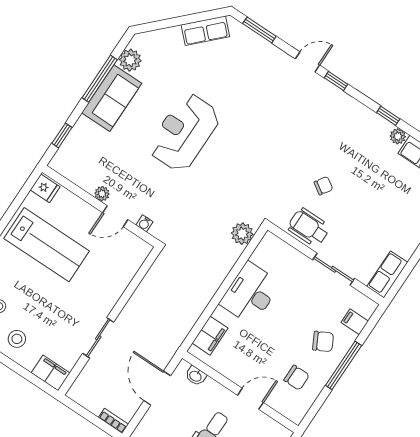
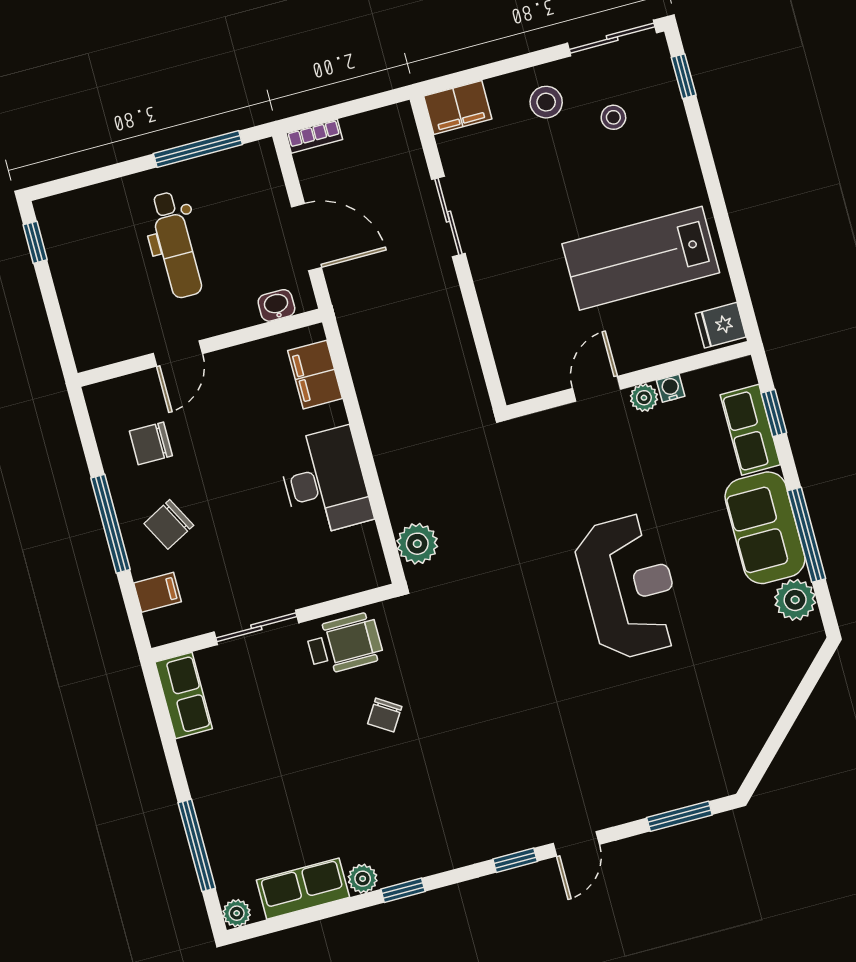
row of seats: (205, 31) -> (750, 430), moved, turned -45
water cooler: (144, 223) -> (671, 388), moved

